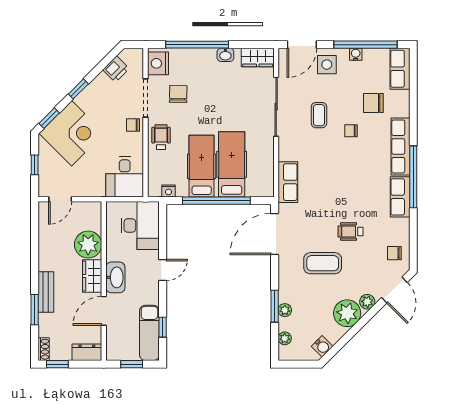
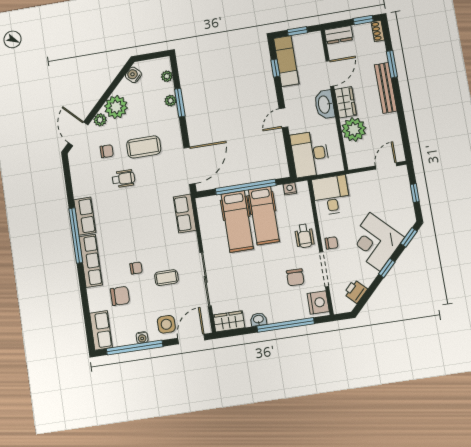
coffee table: (319, 115) -> (166, 278), turned 90
corner desk: (72, 133) -> (375, 242), moved
chair: (394, 253) -> (107, 151), moved
bench: (46, 292) -> (386, 88), width x1.36

